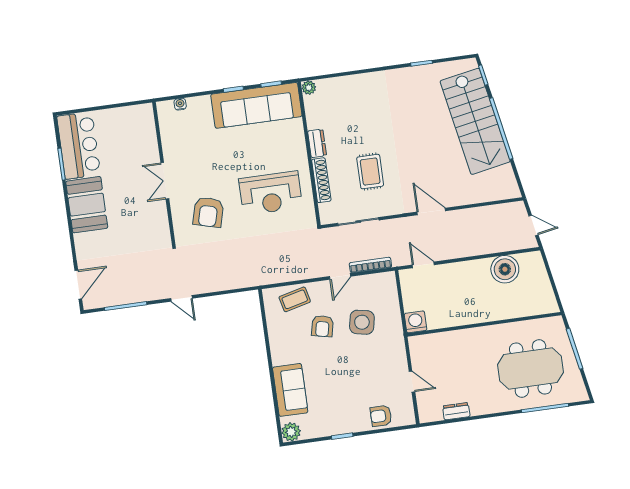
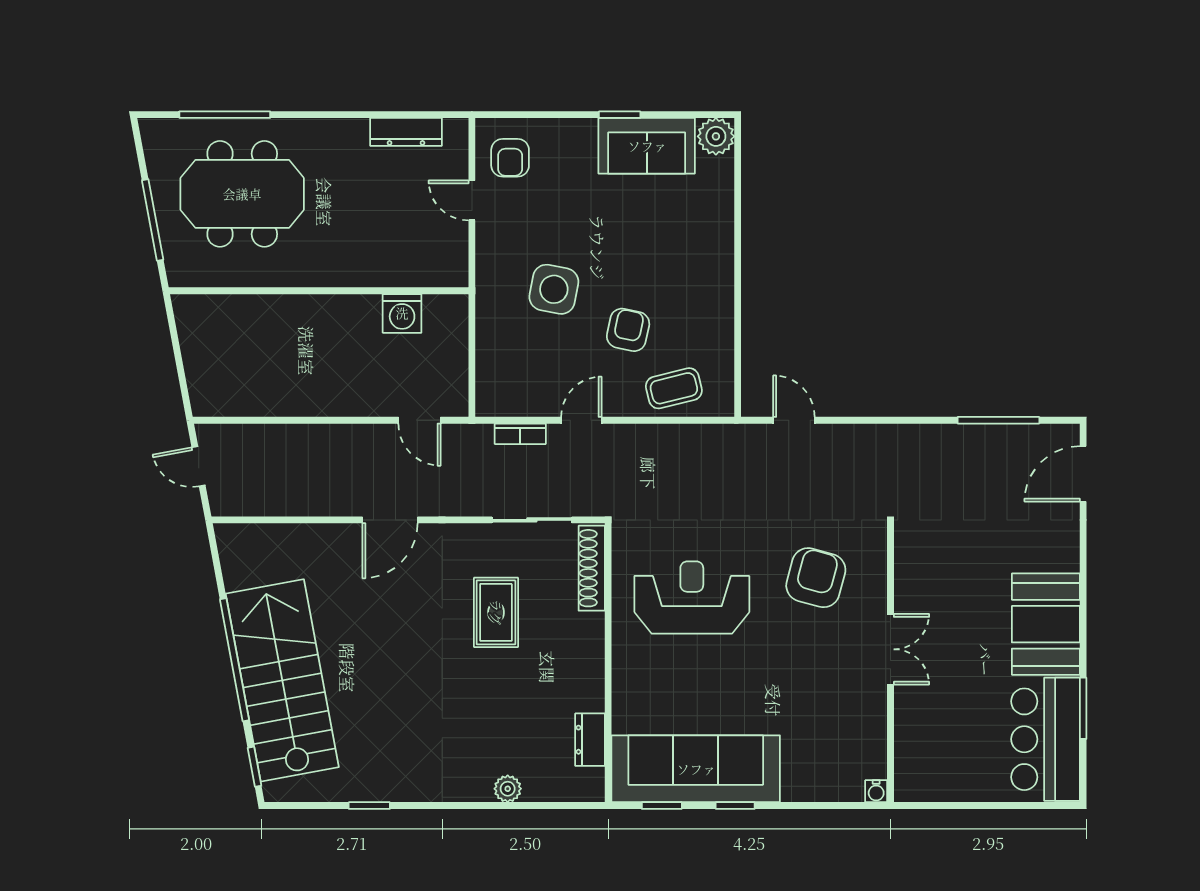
plant: (309, 88) -> (508, 789), moved
water cooler: (180, 104) -> (876, 791), moved
dresser: (317, 143) -> (590, 740), moved
shoe rack: (321, 180) -> (592, 568), moved
door: (431, 211) -> (390, 520), hinge flipped
bookcase: (370, 265) -> (520, 434), width x0.64
boiler: (505, 269) -> (265, 390), removed
door: (182, 298) -> (794, 420), moved
side table: (362, 322) -> (554, 289), moved
washing machine: (416, 322) -> (402, 313), moved
sofa: (290, 390) -> (647, 146), moved, turned -90
dresser: (456, 411) -> (406, 132), width x1.44
armchair: (381, 416) -> (510, 158), moved, turned 90

